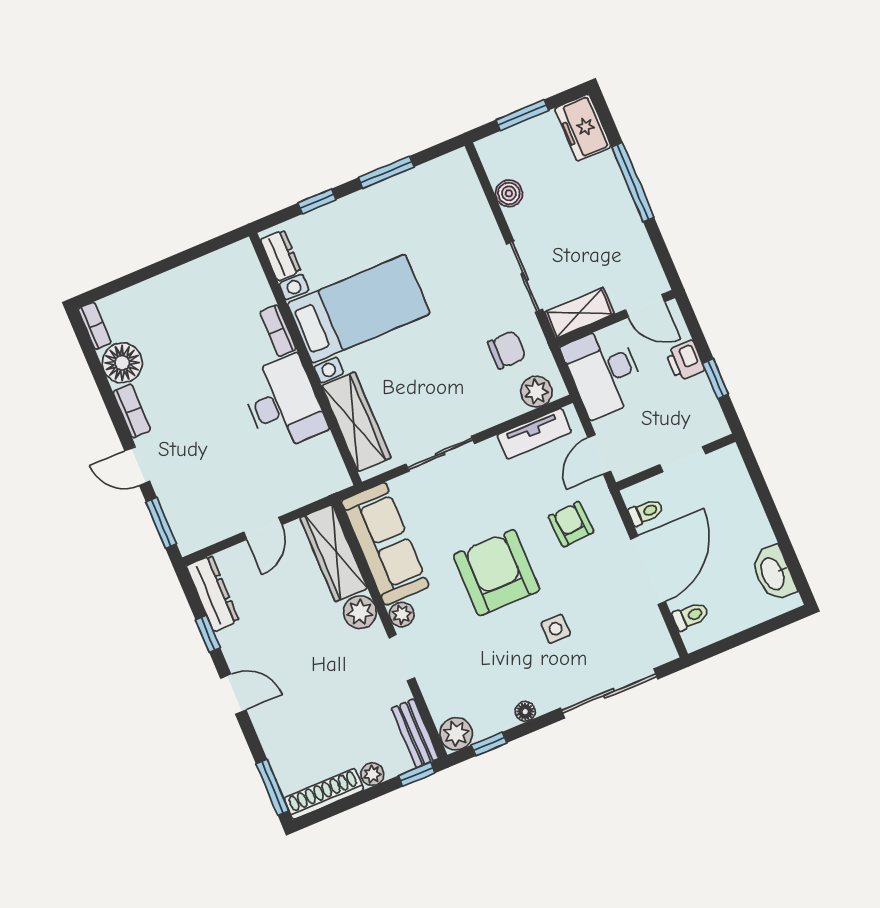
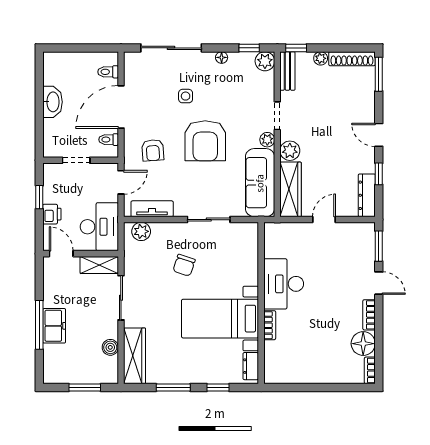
freezer: (583, 128) -> (54, 326), moved
chair: (507, 350) -> (184, 265), moved, turned -72
wardrobe: (356, 422) -> (135, 356), moved, turned 180
washbasin: (773, 573) -> (52, 102), moved

